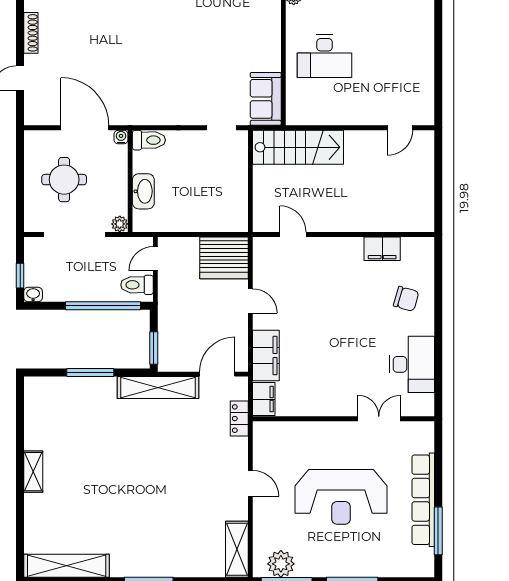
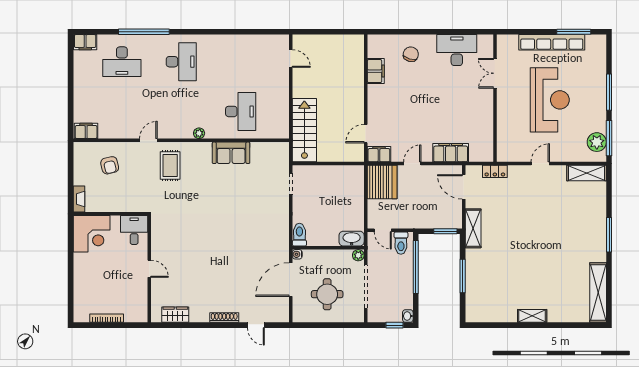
sofa: (266, 99) -> (231, 153), moved
washbasin: (143, 191) -> (352, 239), moved
shelving: (158, 388) -> (473, 228), width x0.68
filing cabinet: (264, 399) -> (379, 154), moved

